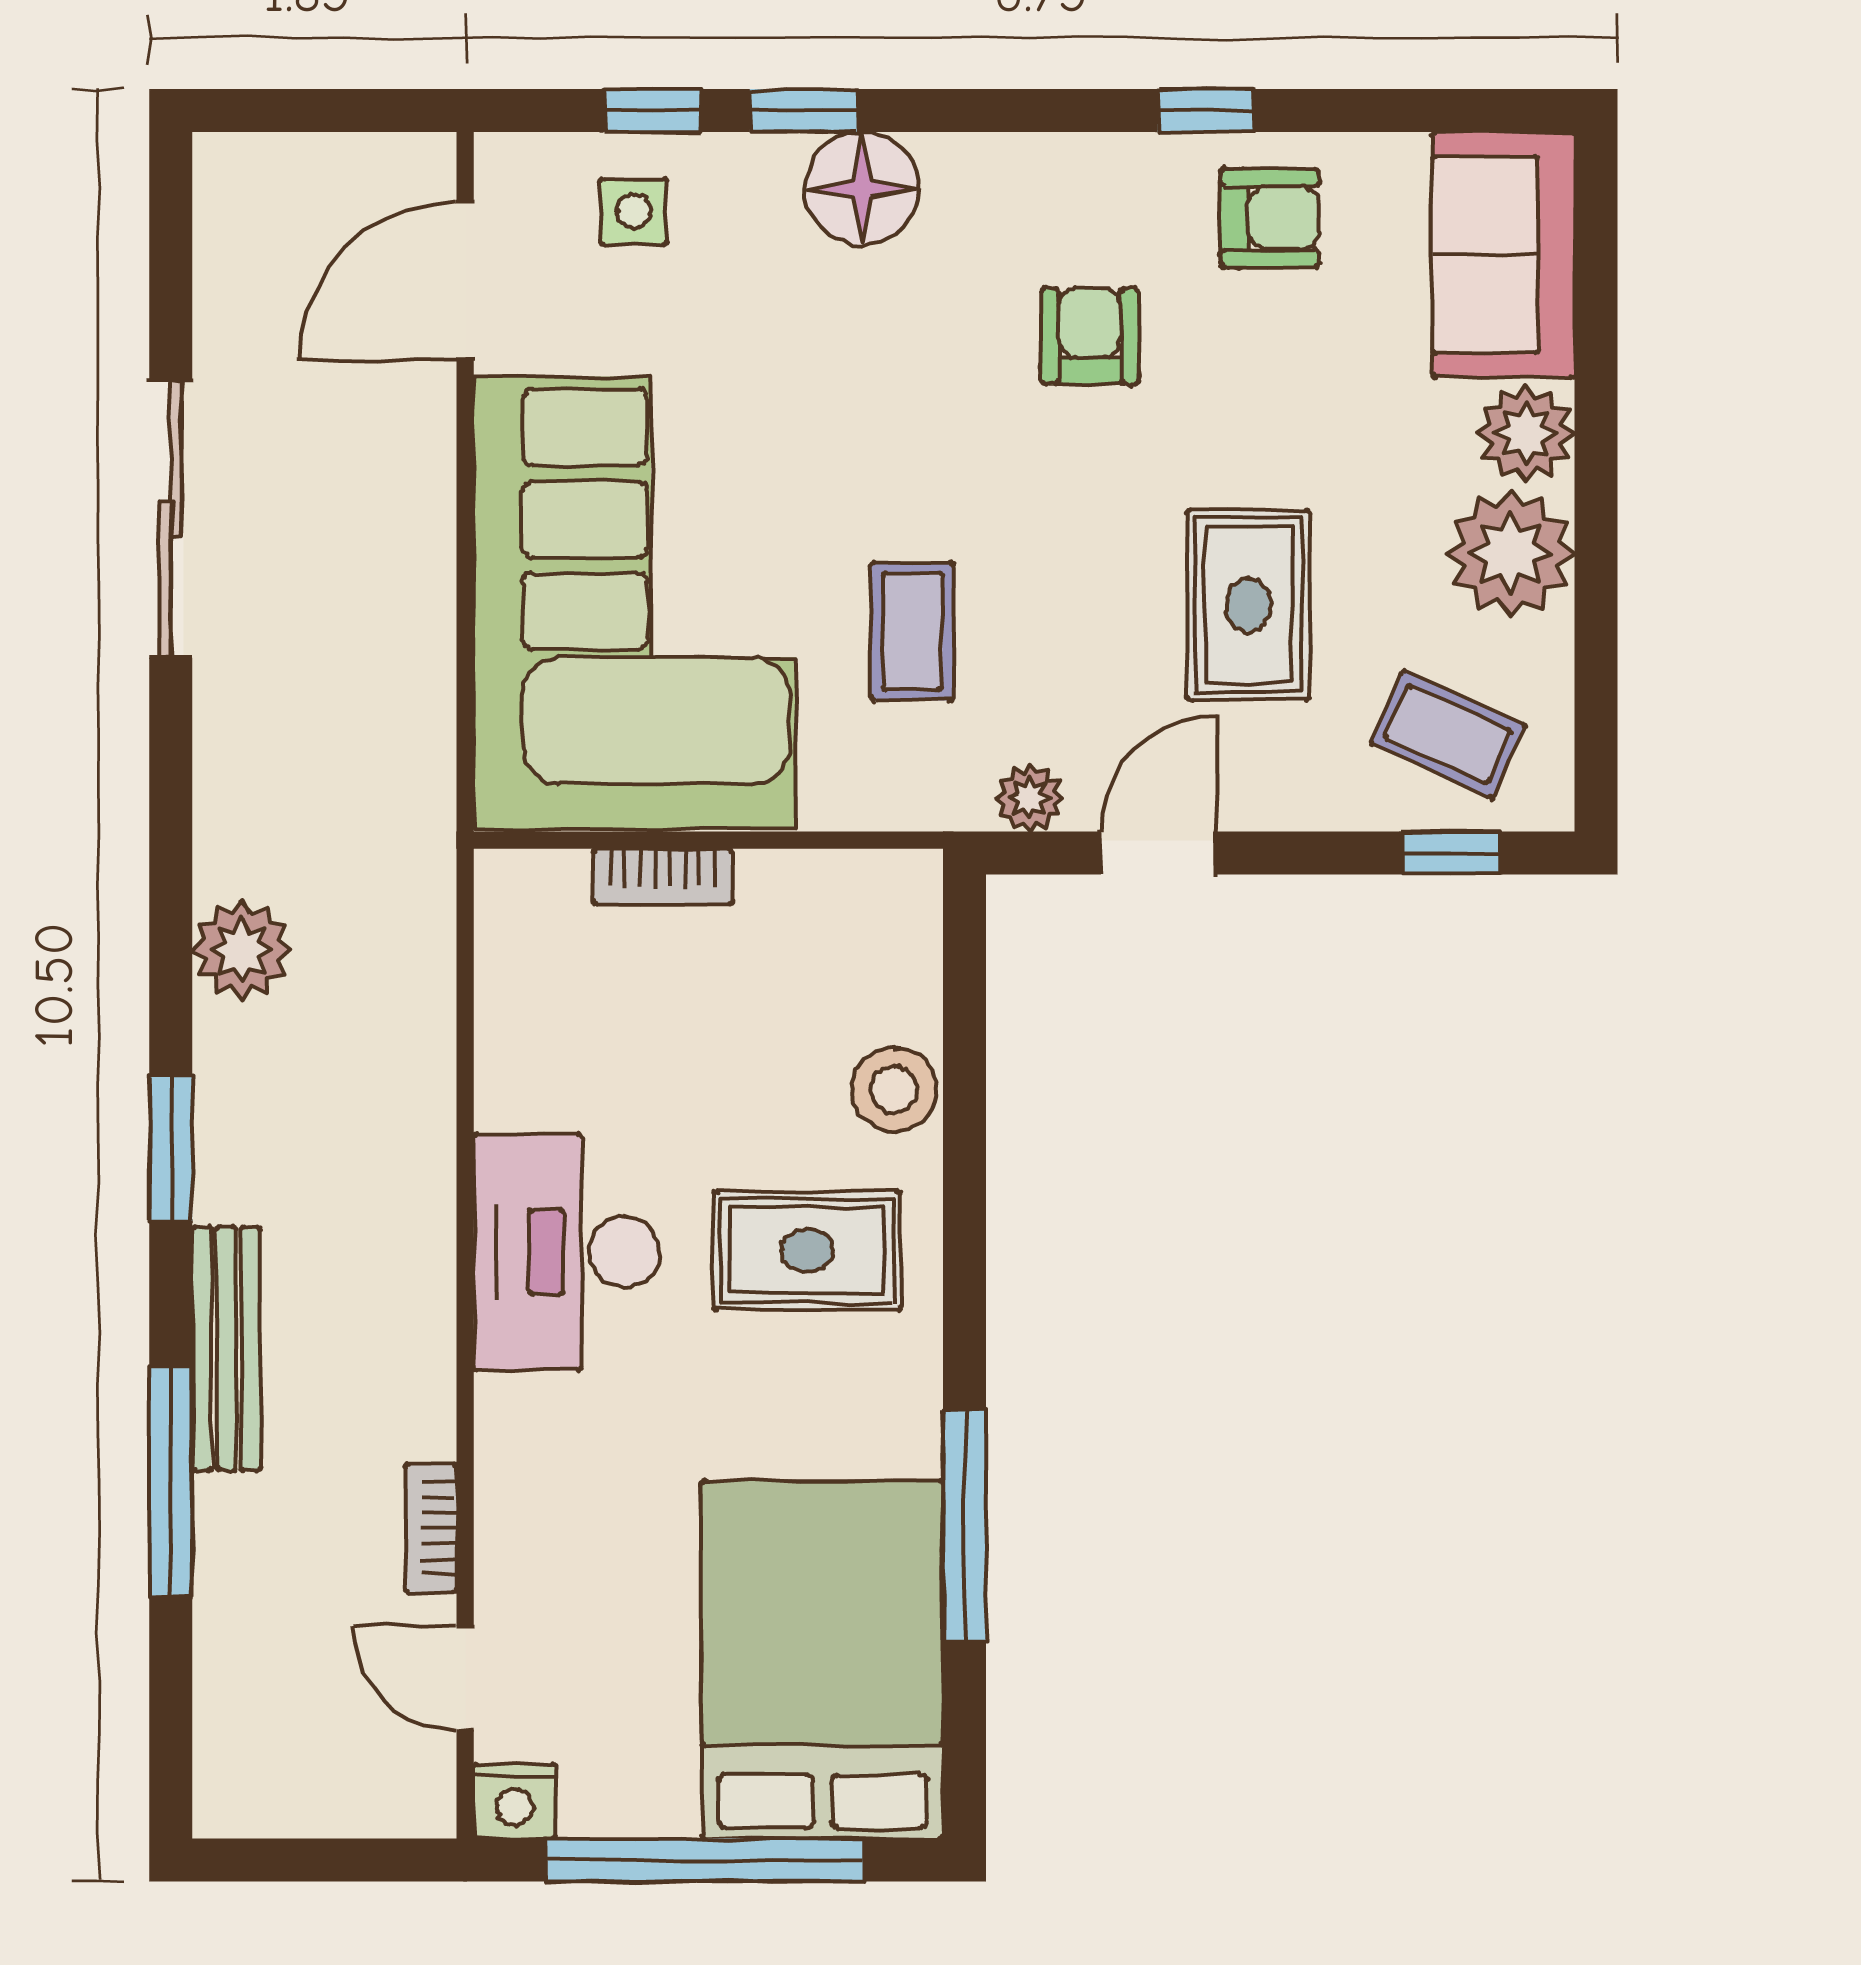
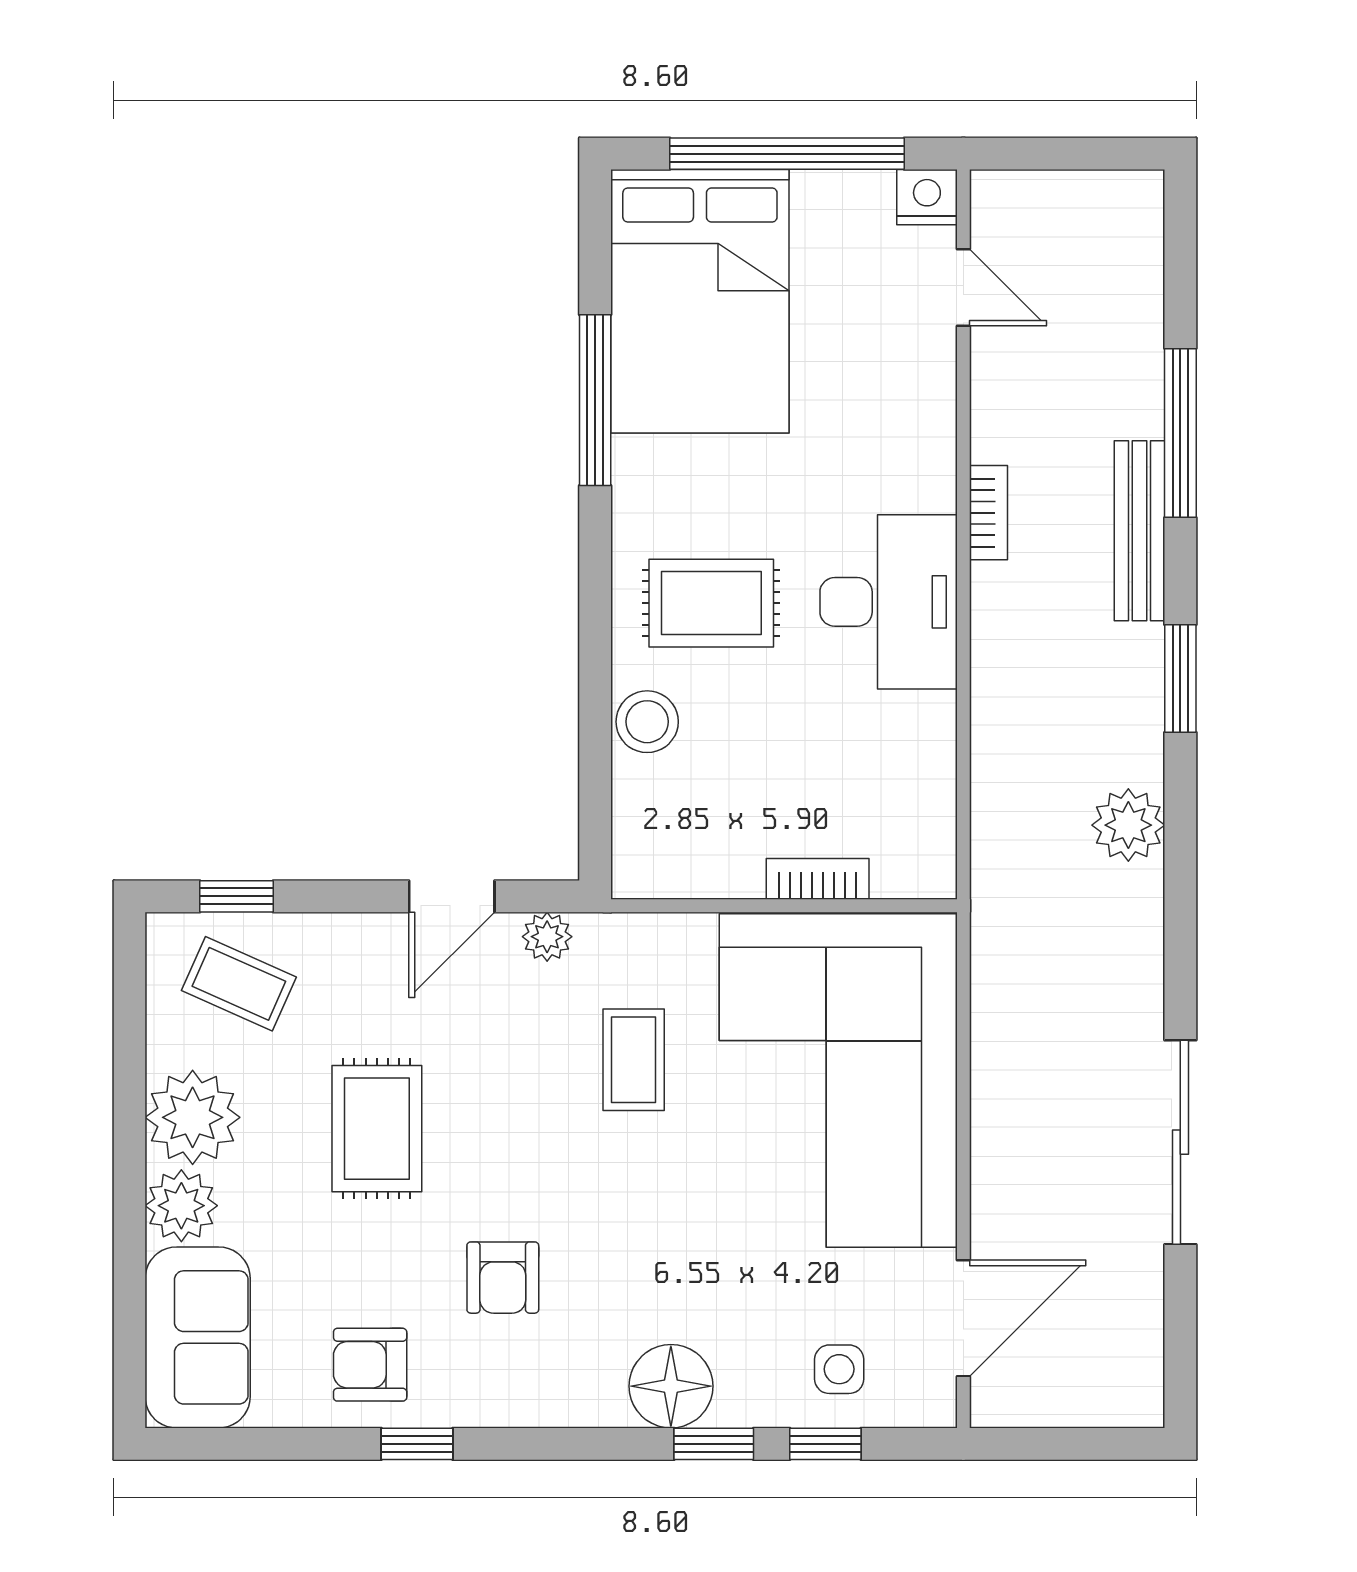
rug: (1248, 605) -> (377, 1129), moved
bookcase: (431, 1528) -> (989, 513), moved

